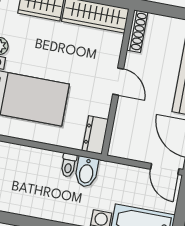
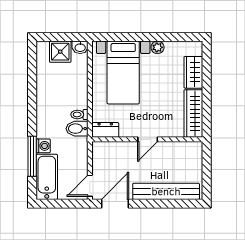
shoe rack: (137, 31) -> (187, 147), removed

